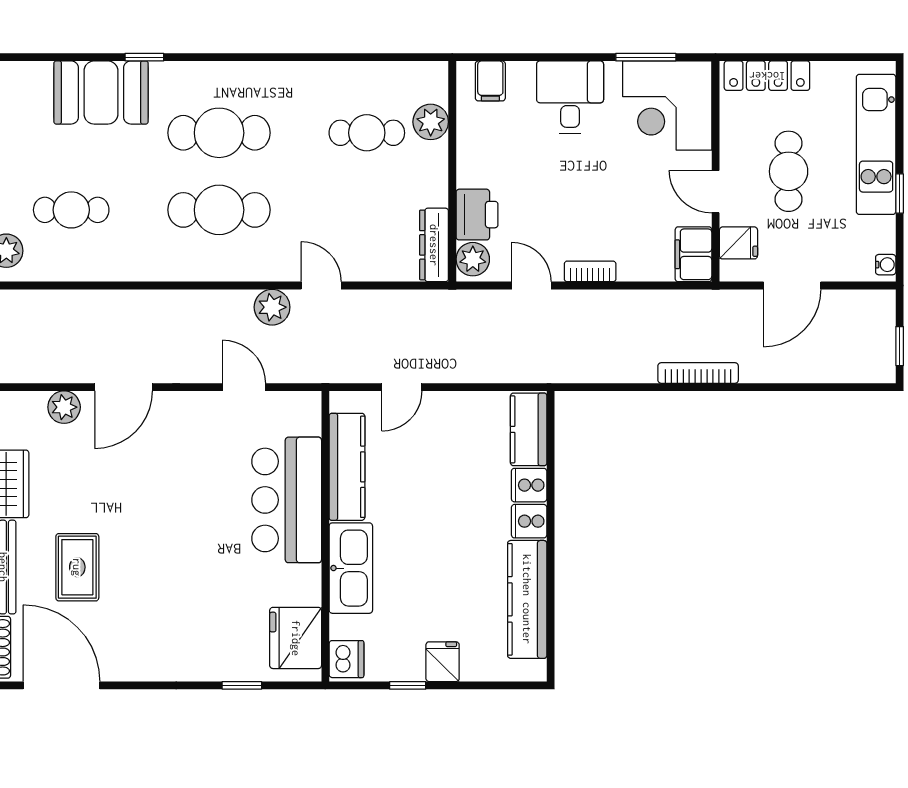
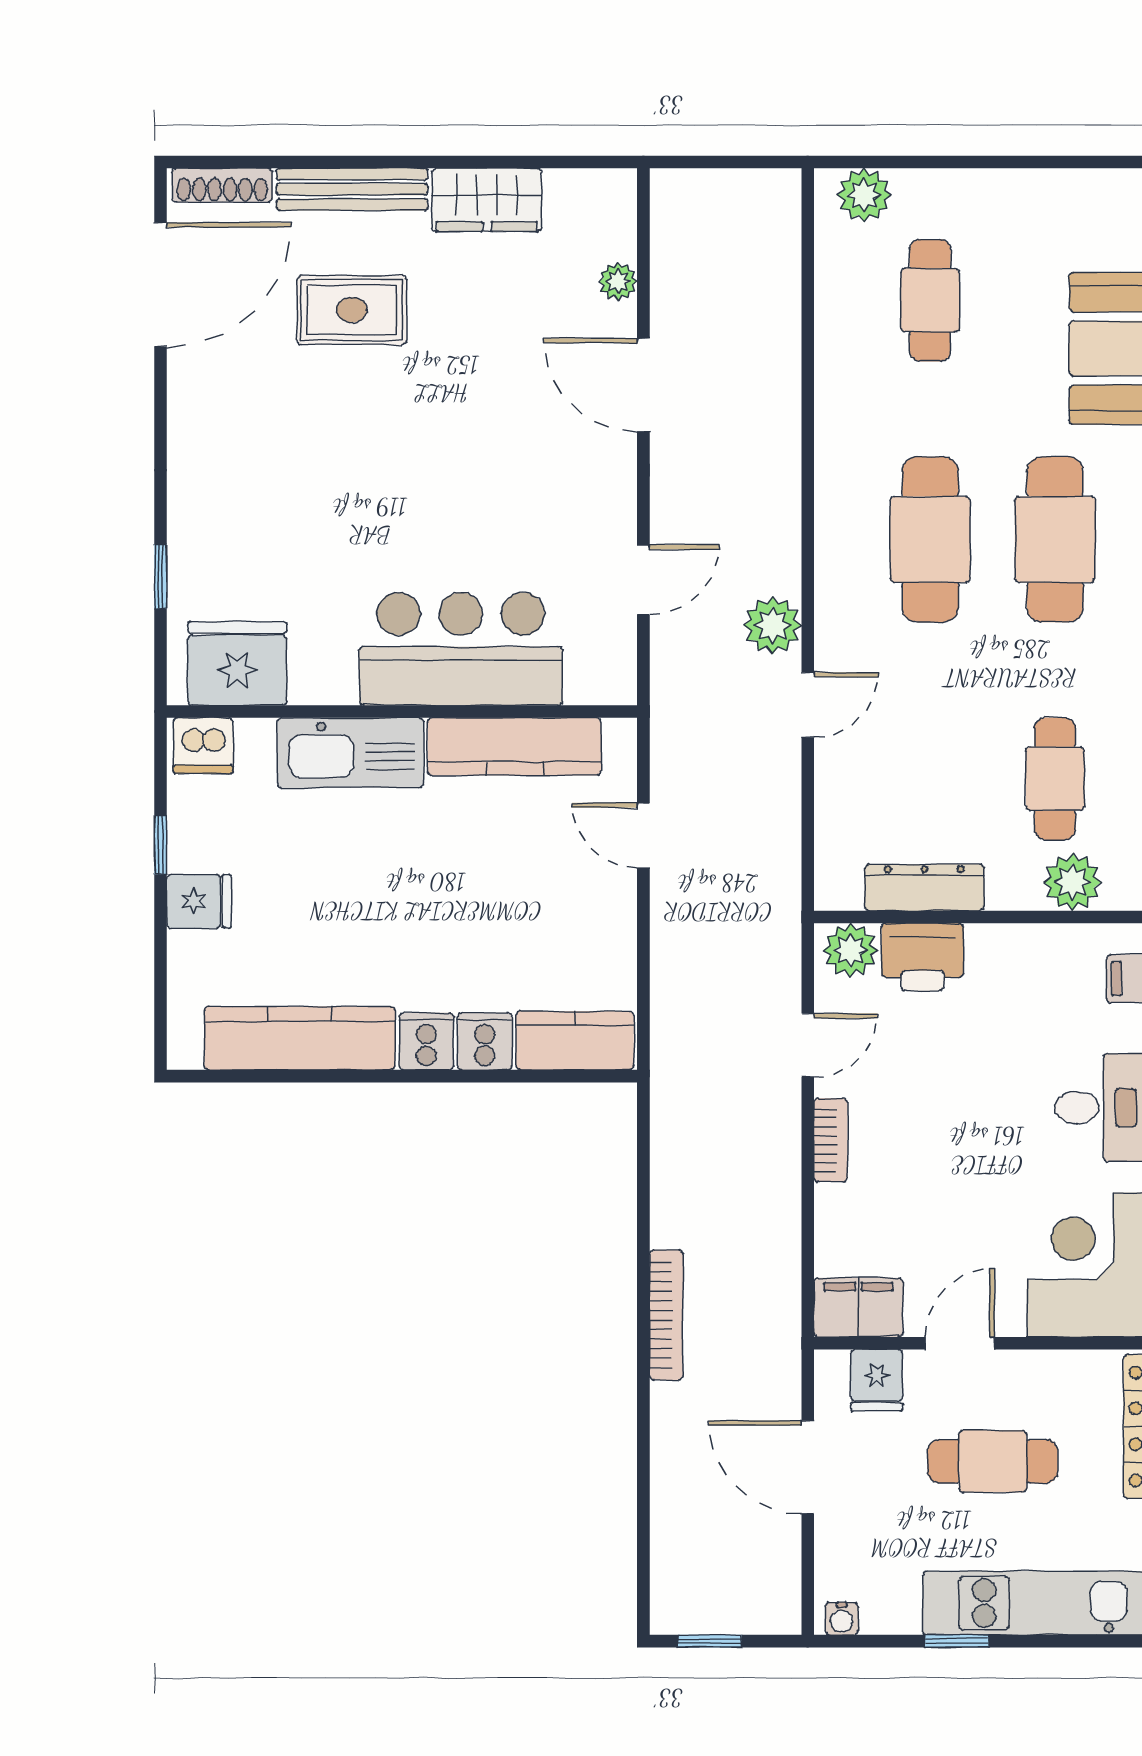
dresser: (434, 245) -> (925, 887), moved
plant: (64, 407) -> (618, 281), width x0.73, depth x0.73

